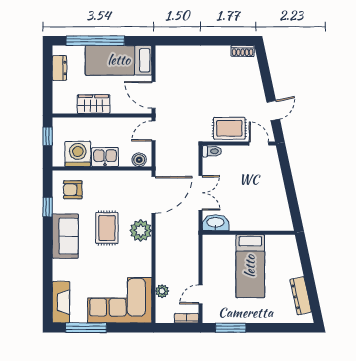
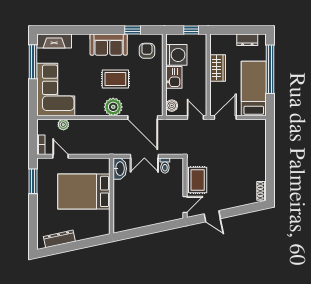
toilet: (212, 151) -> (165, 166), moved
bed: (250, 266) -> (84, 191), width x1.50

